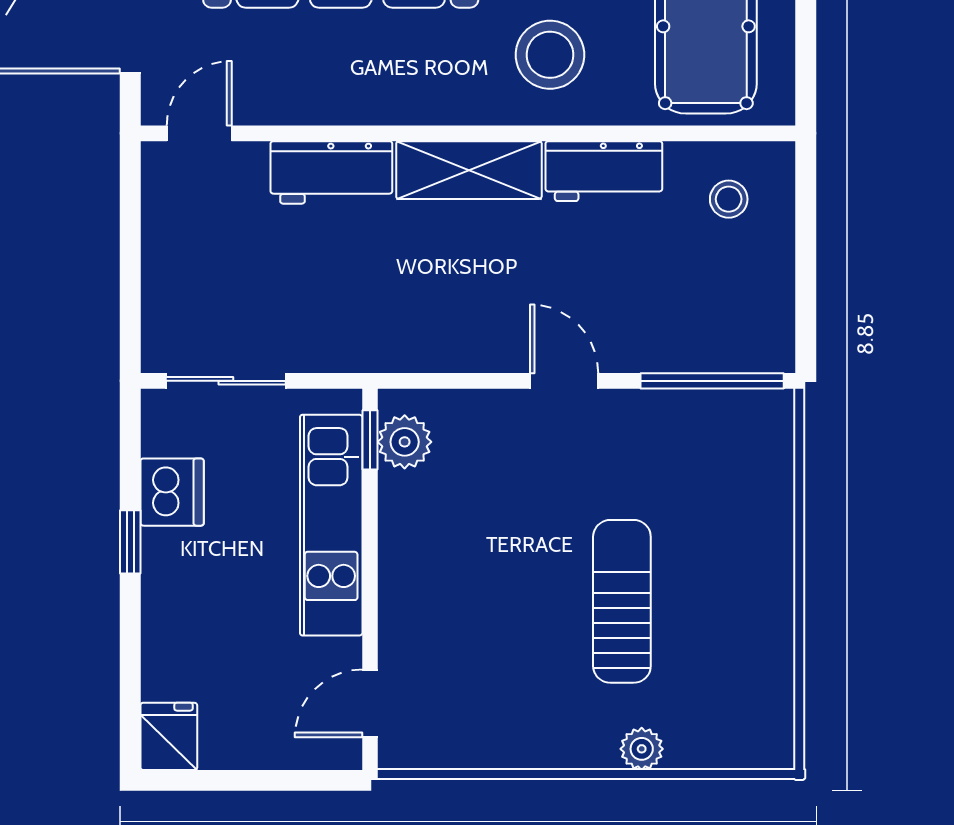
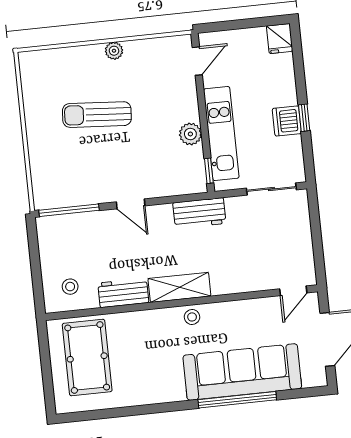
stool: (550, 55) -> (192, 317), moved, width x0.53, depth x0.53
workbench: (331, 172) -> (199, 213), moved, turned 180
plant: (405, 442) -> (190, 134), moved
dishwasher: (172, 492) -> (287, 121), moved
sun lounger: (622, 601) -> (97, 115), turned 94
plant: (642, 749) -> (114, 51), moved

